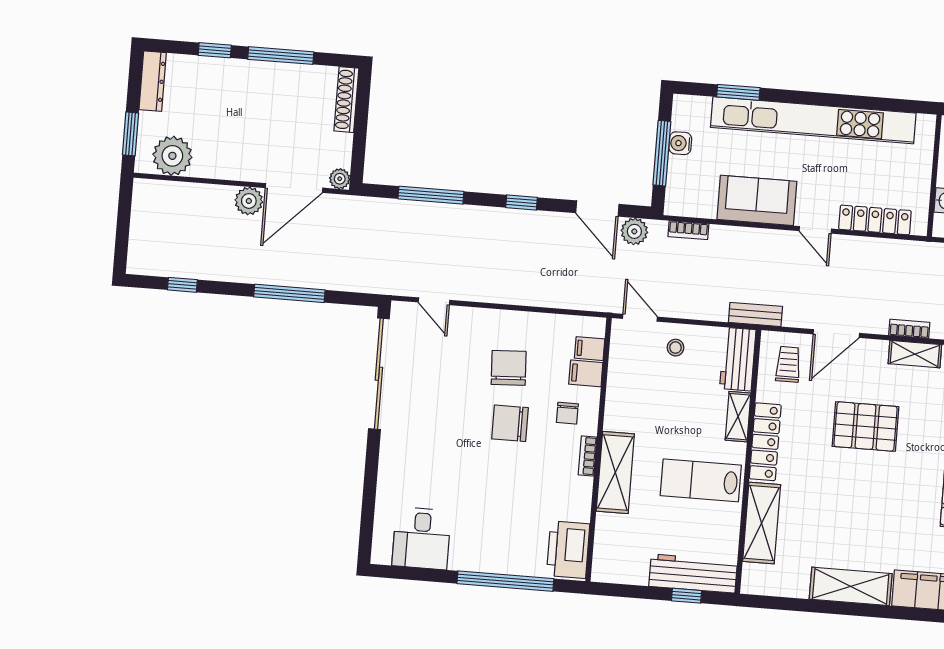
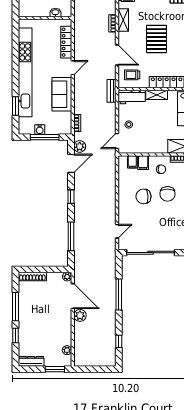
plant: (172, 156) -> (67, 350), width x0.53, depth x0.53

